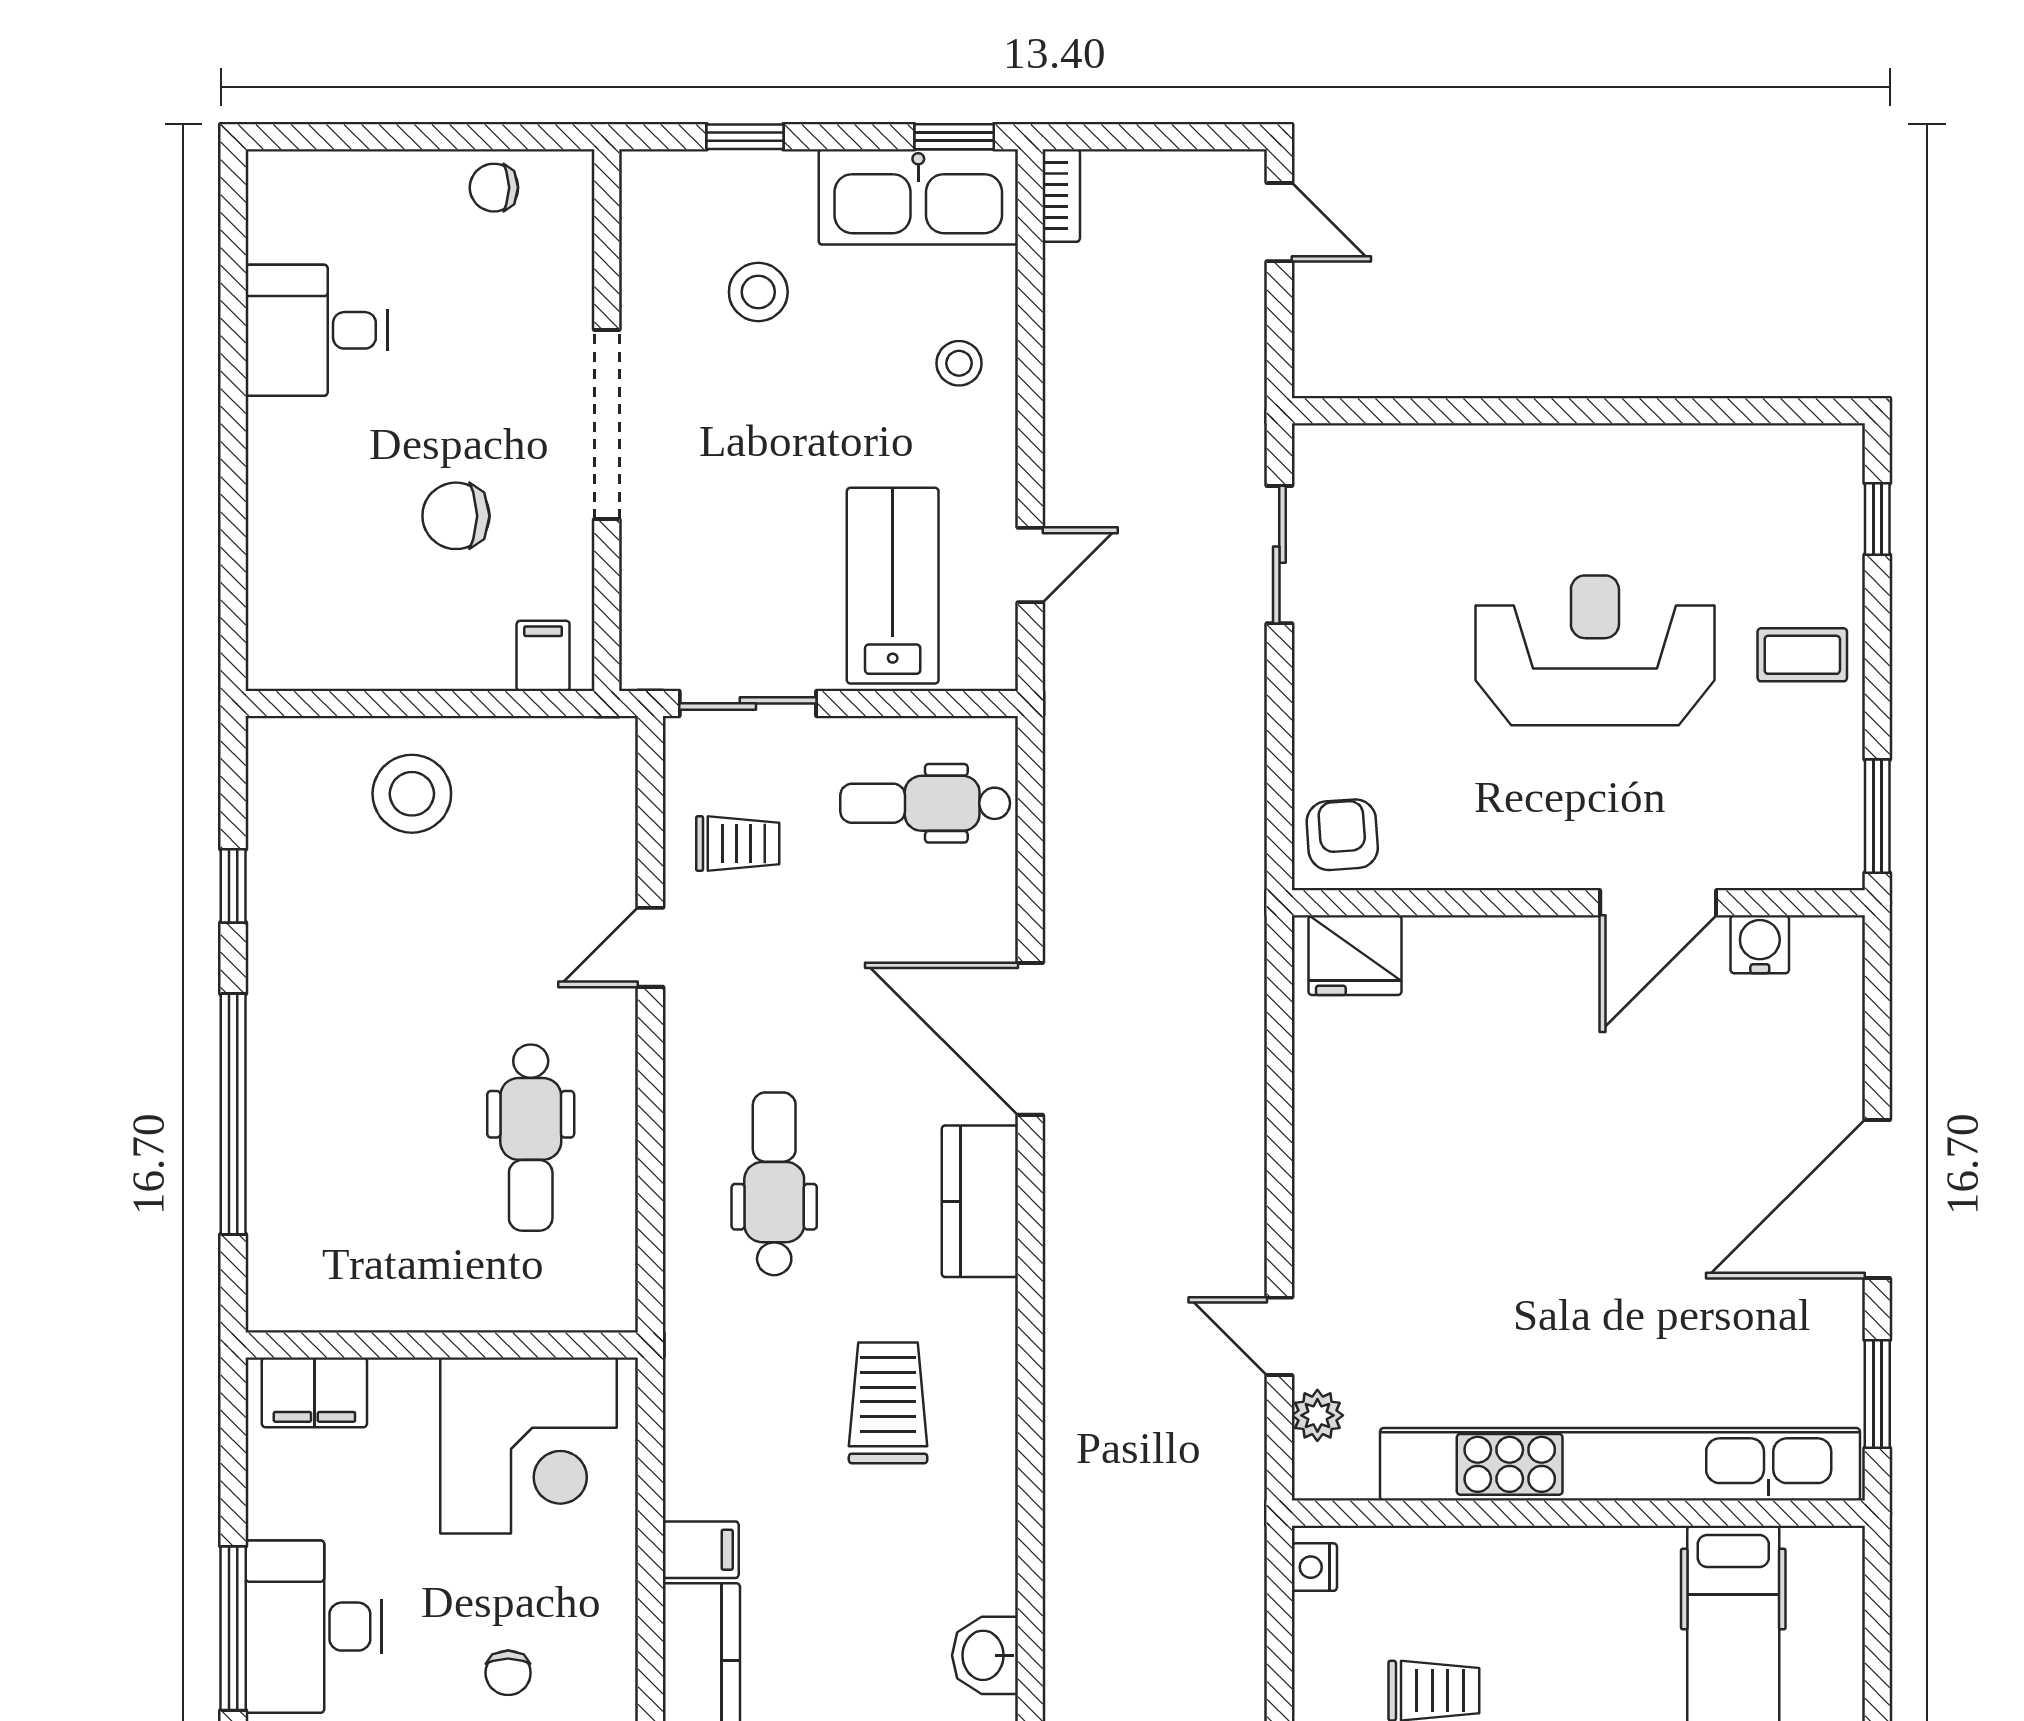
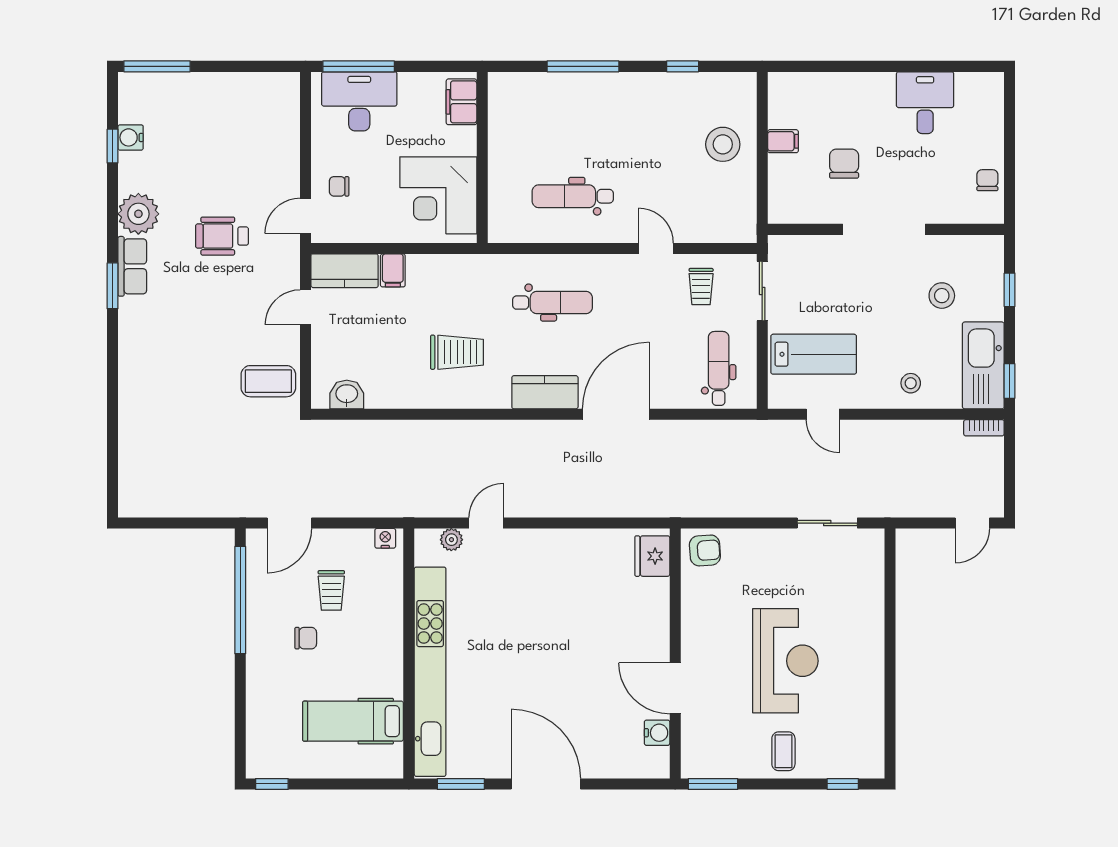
filing cabinet: (543, 656) -> (783, 141), moved
window: (233, 1114) -> (583, 66), width x0.68

